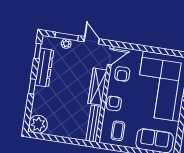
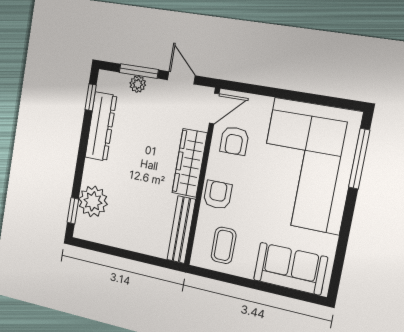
window: (32, 86) -> (73, 211), moved
plant: (38, 124) -> (93, 201), moved

